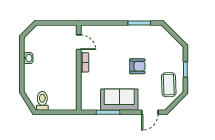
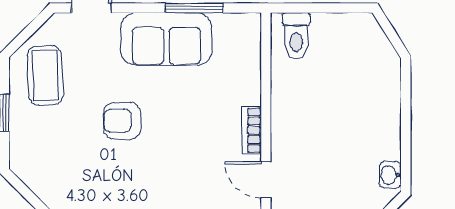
washbasin: (28, 58) -> (390, 175), moved
toilet: (42, 101) -> (296, 36), moved

